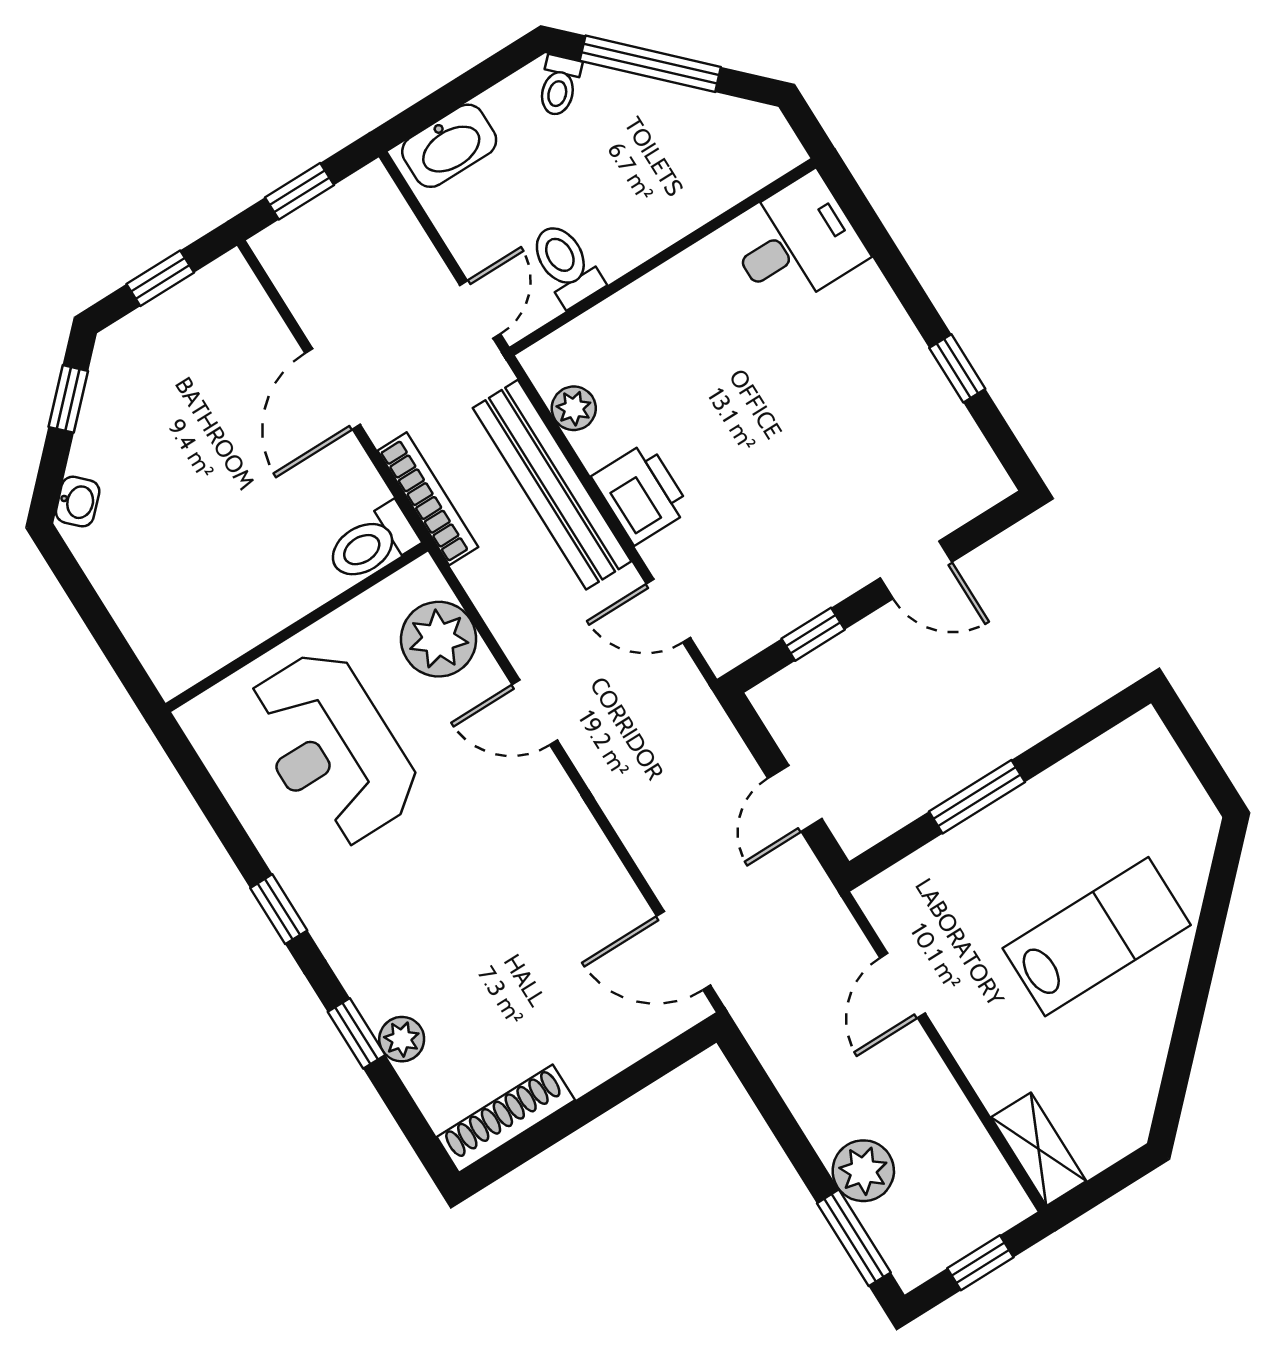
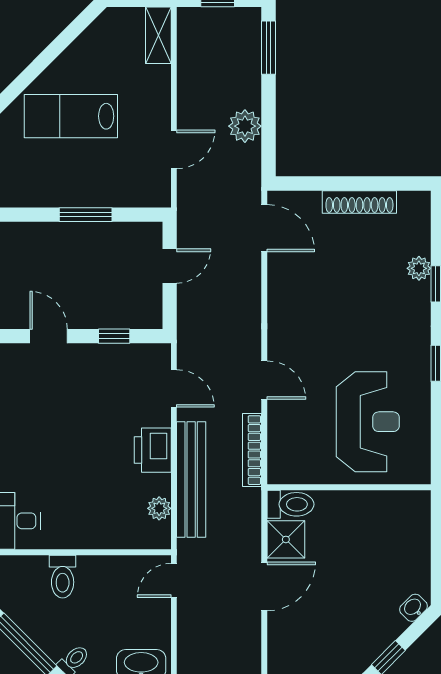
toilet: (566, 264) -> (63, 577), moved
shower: (345, 484) -> (286, 539), added
bookcase: (428, 499) -> (252, 450), moved
plant: (439, 639) -> (287, 441), removed
shoe rack: (506, 1119) -> (359, 202), moved
plant: (863, 1171) -> (245, 126), moved

